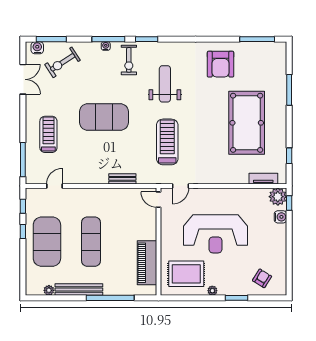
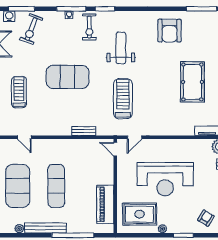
exercise bike: (63, 62) -> (31, 29), turned -36
pool table: (247, 123) -> (192, 82), width x0.73, depth x0.76
door: (55, 186) -> (24, 137), swing flipped

